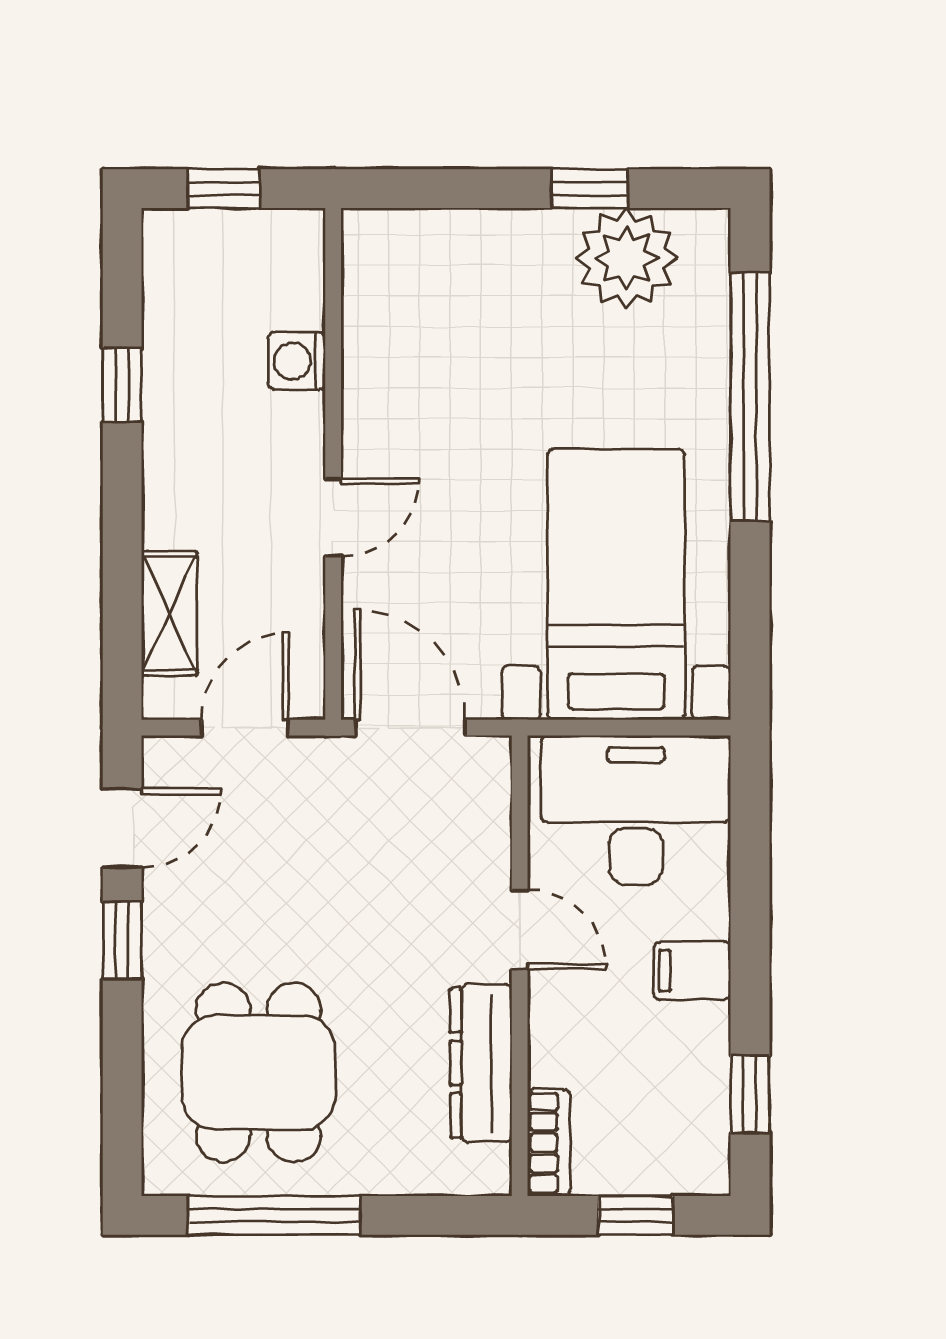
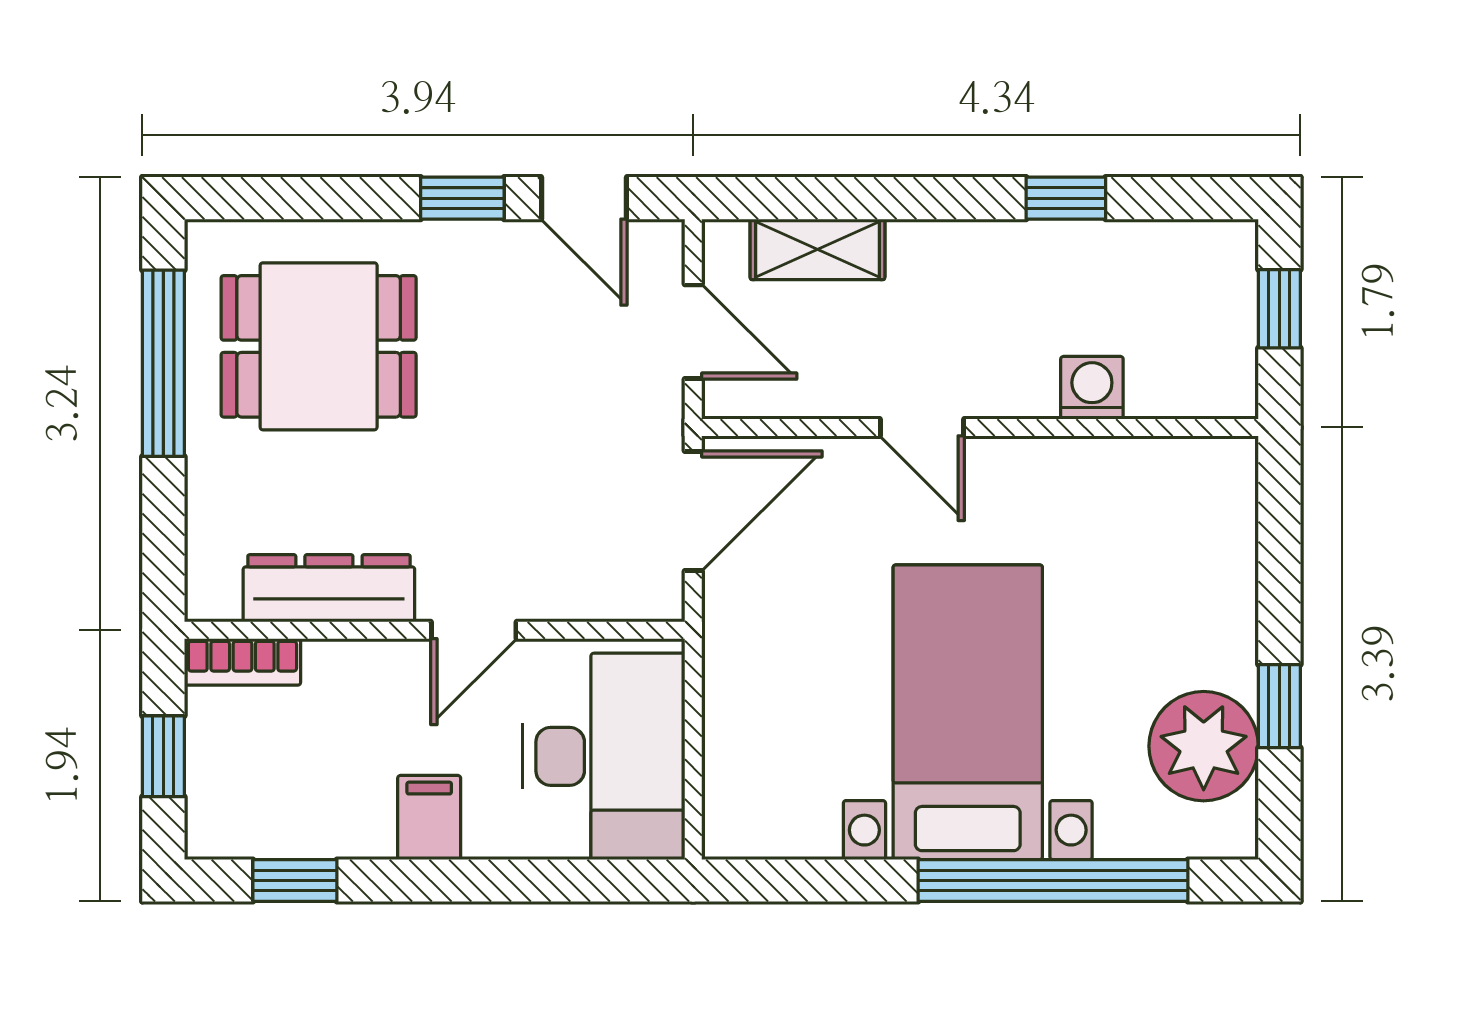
bed with nightstands: (616, 584) -> (968, 712), moved, turned -90

